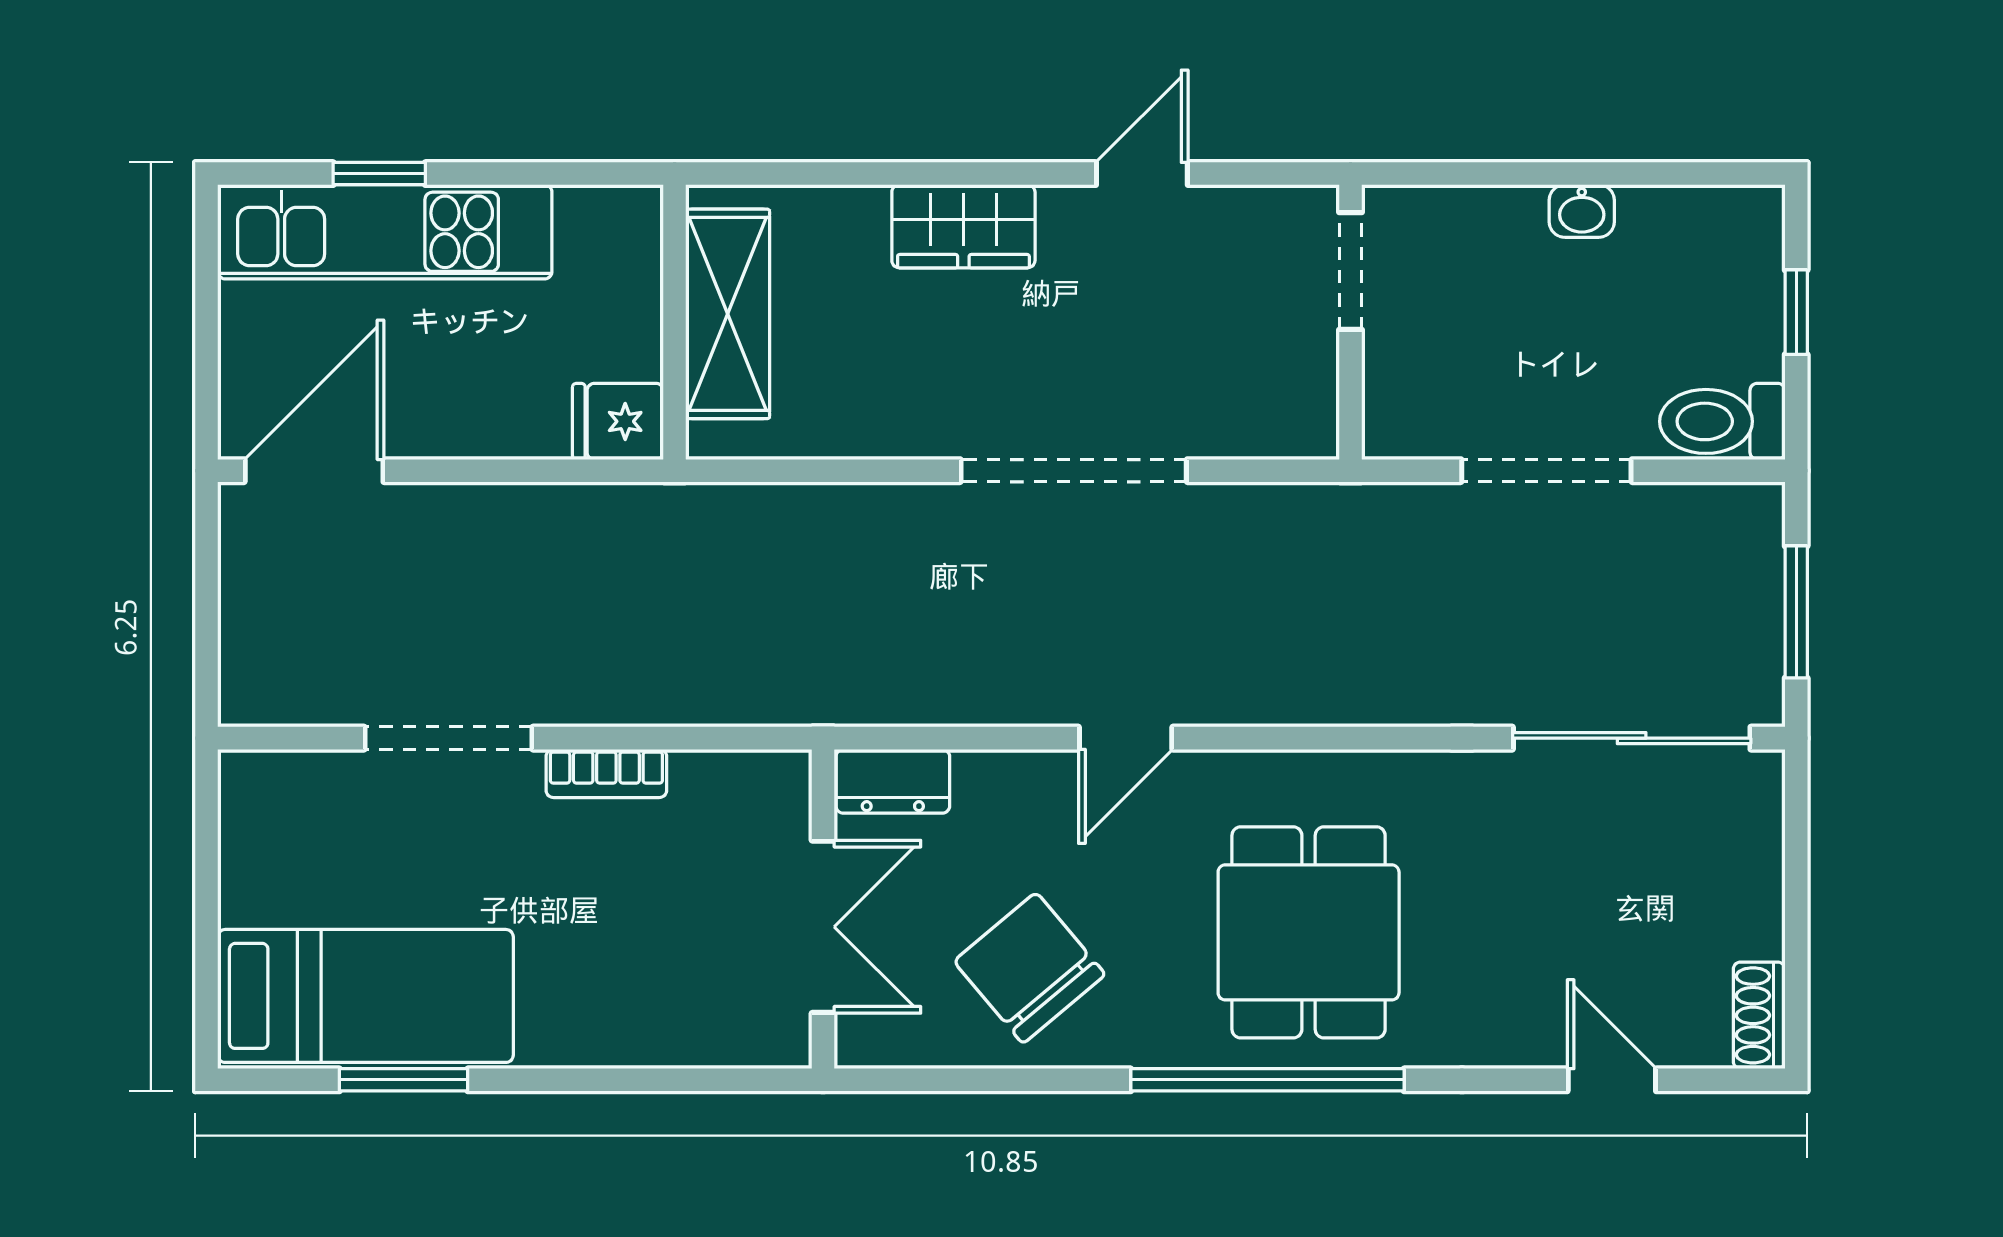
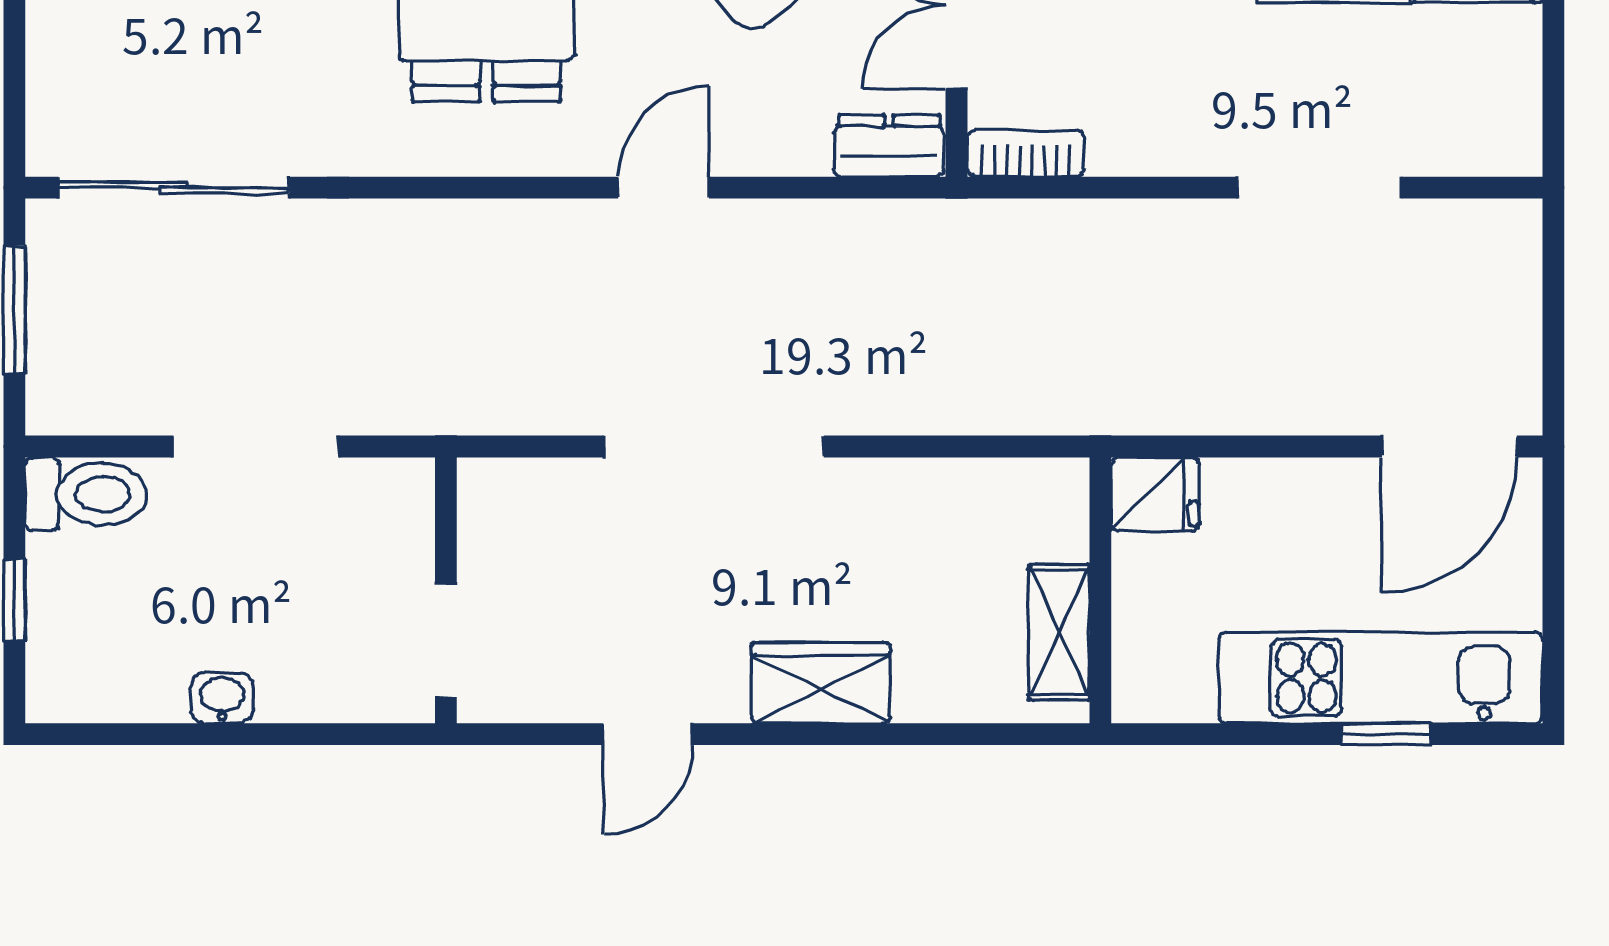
shelving: (728, 314) -> (1059, 632), width x0.67, depth x0.75
bookcase: (606, 773) -> (1026, 153), moved

